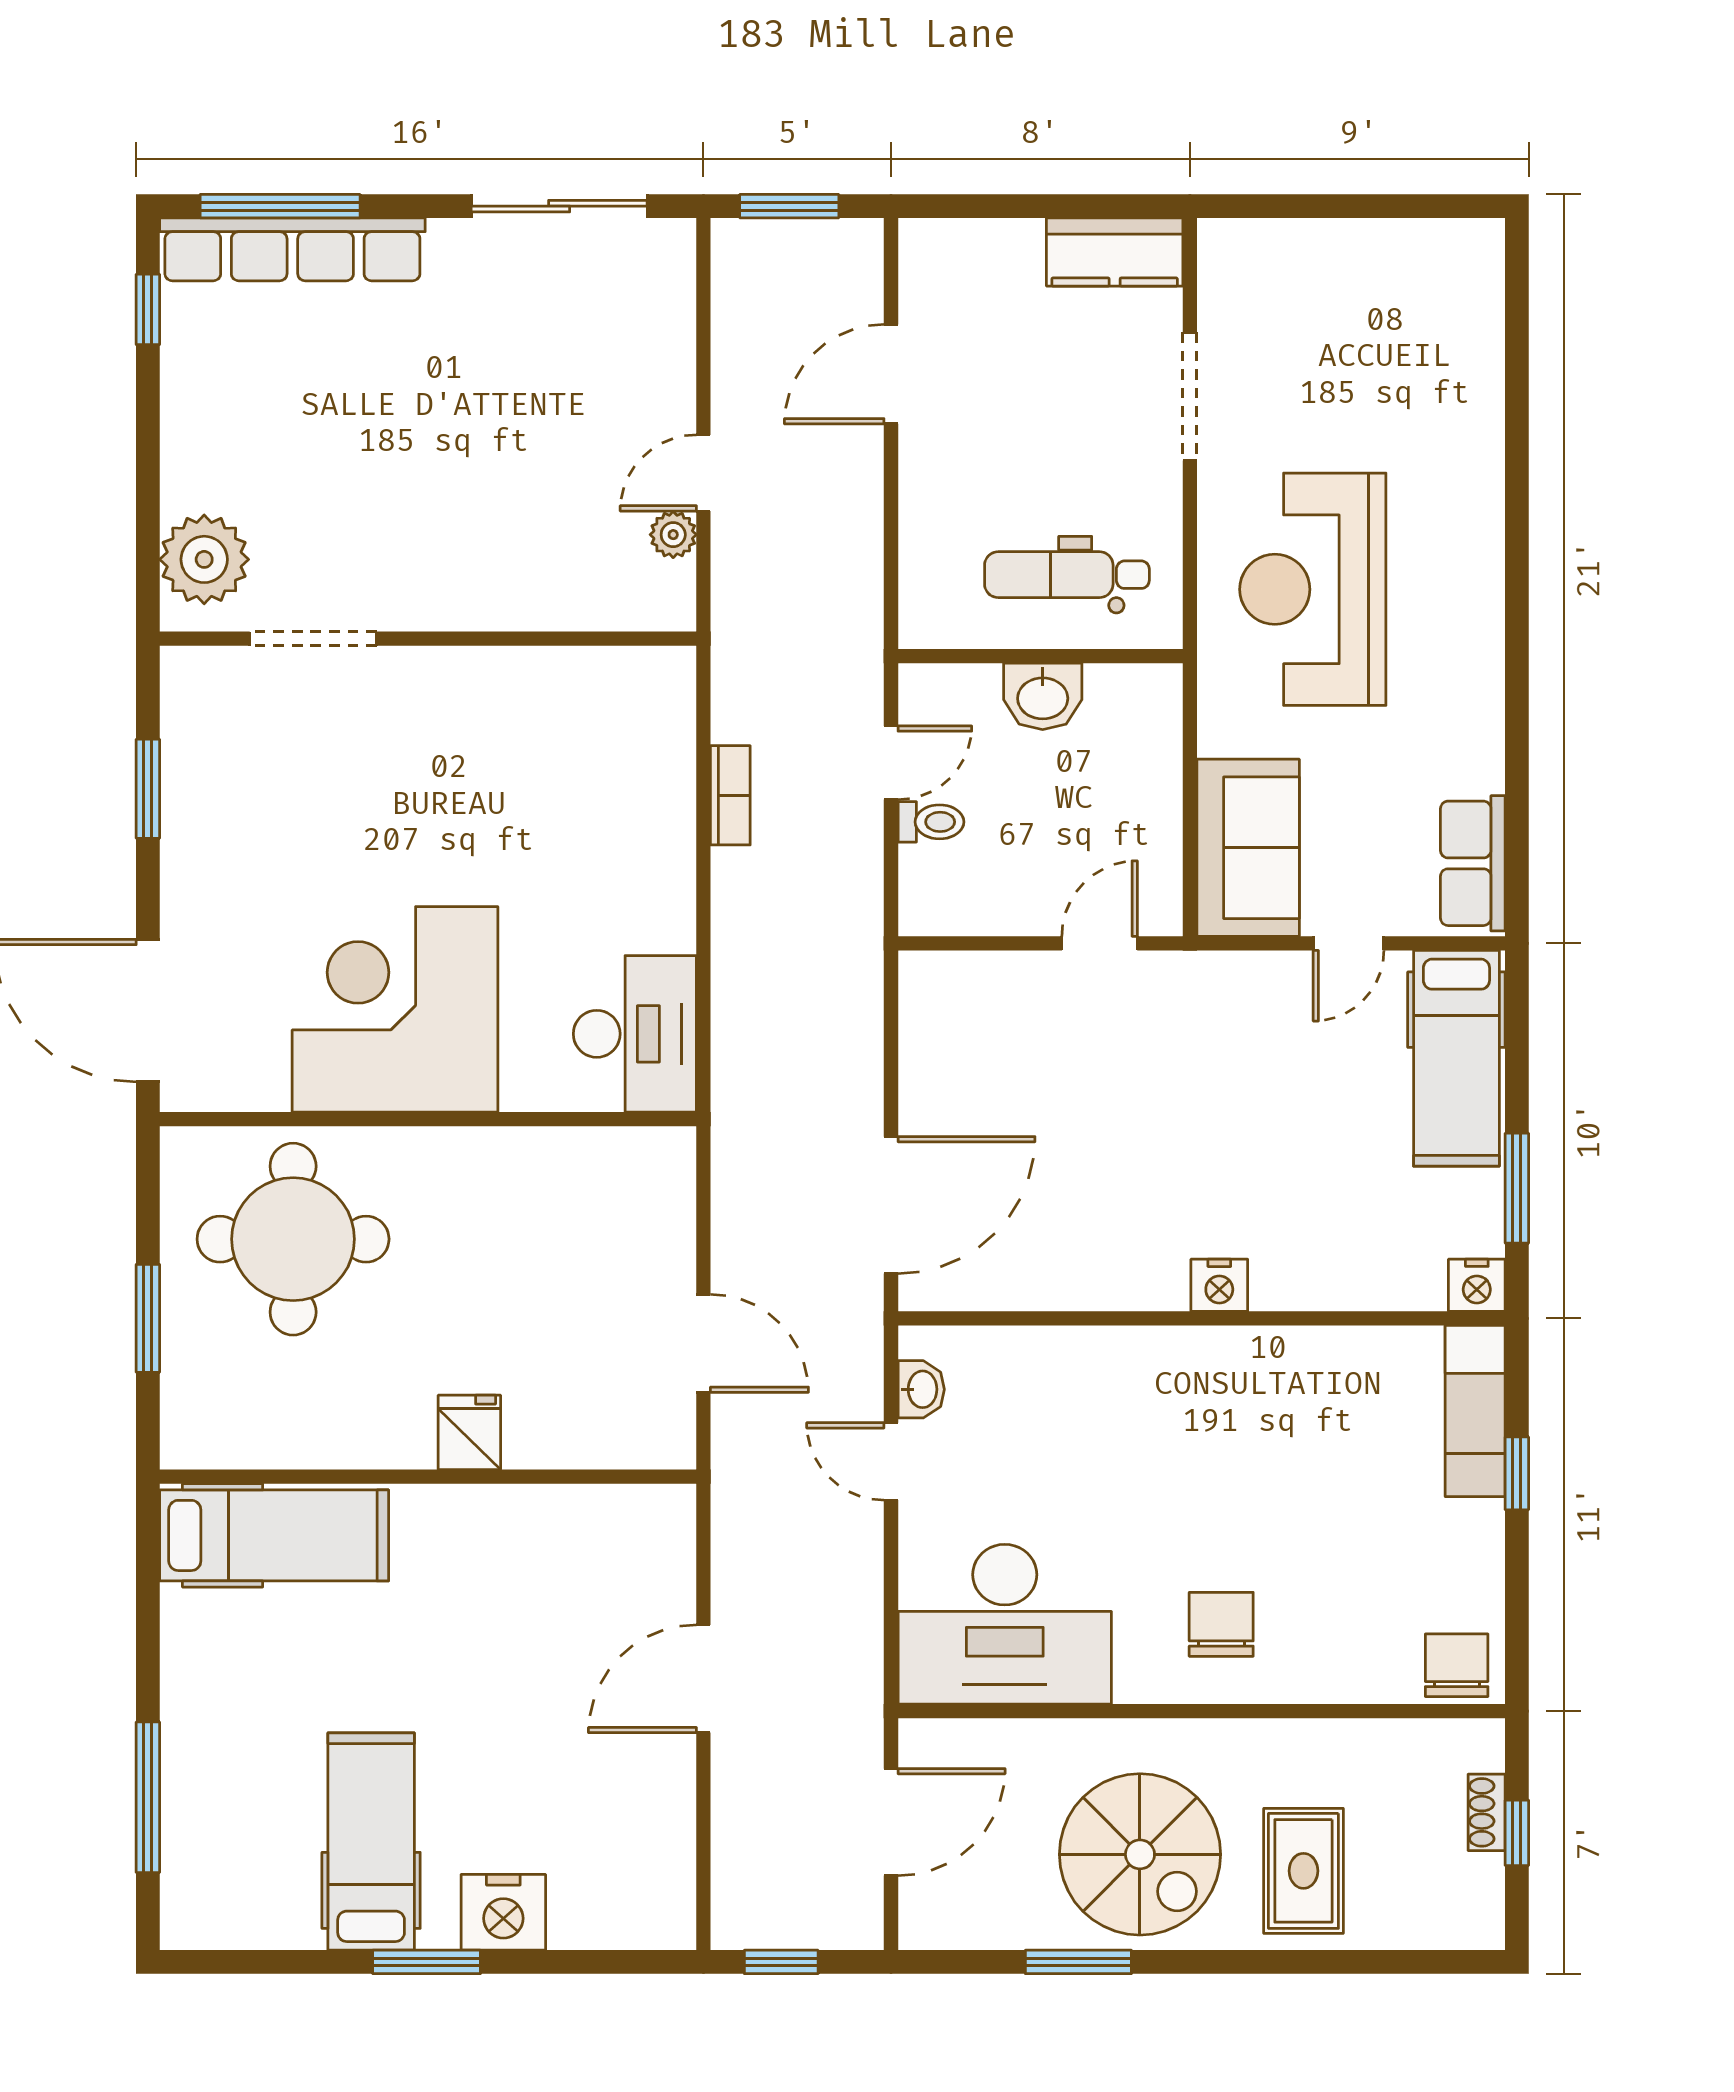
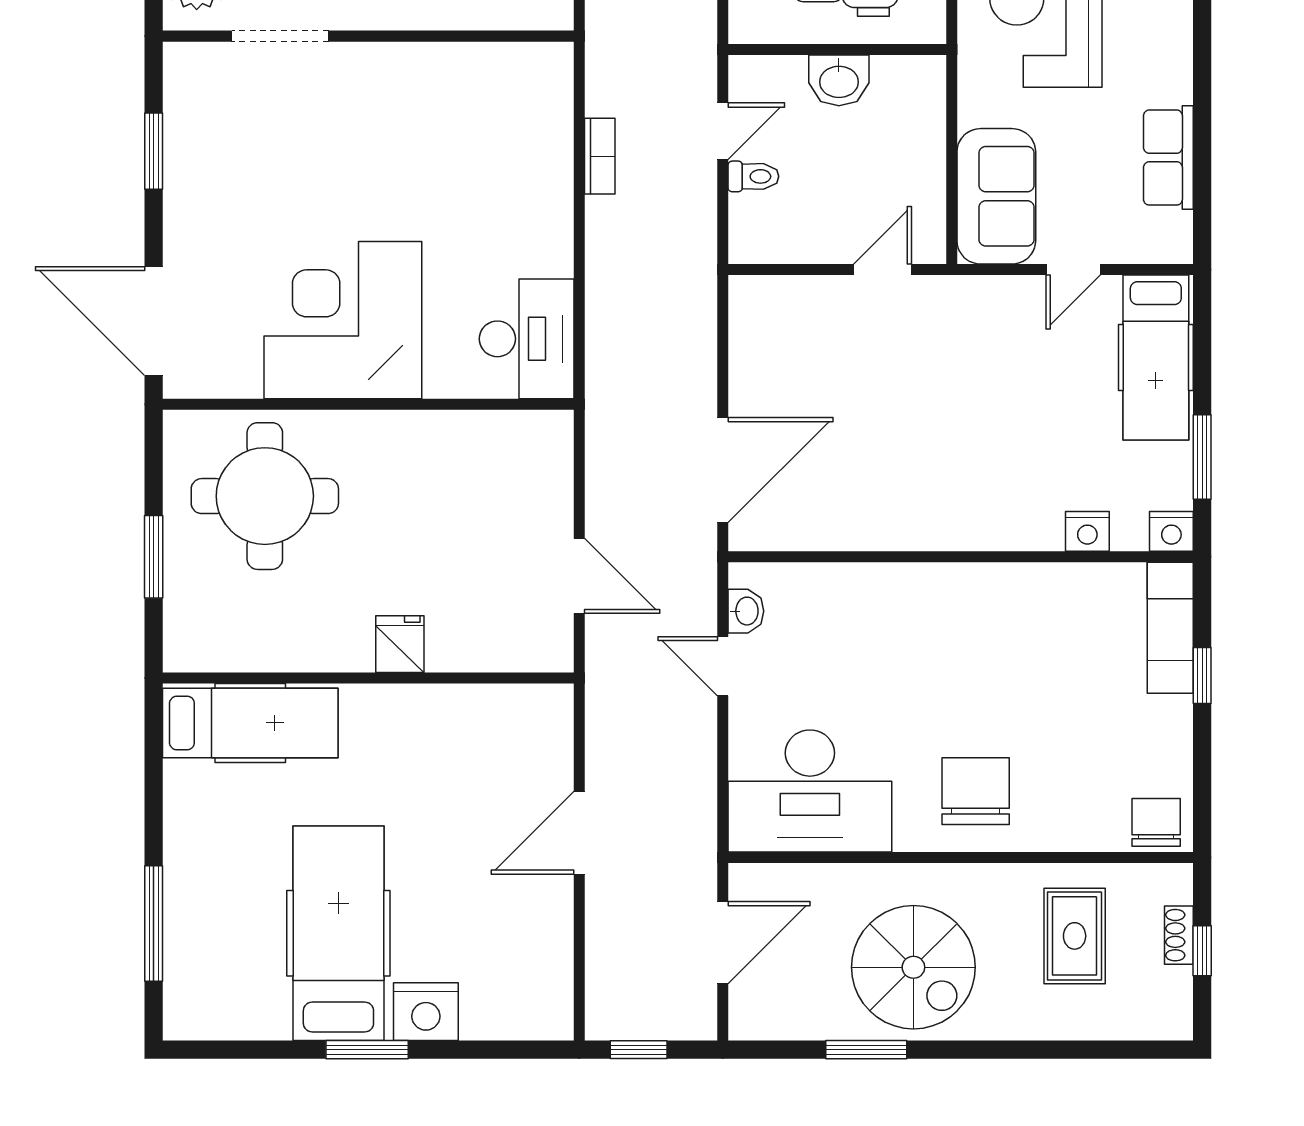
row of seats: (1473, 863) -> (1168, 158), moved
nightstand: (1219, 1285) -> (1087, 531), moved
chair: (1221, 1624) -> (976, 791), width x1.37, depth x1.37
hospital bed: (371, 1841) -> (338, 933), width x1.37, depth x1.29
rug: (1303, 1871) -> (1075, 936), moved

